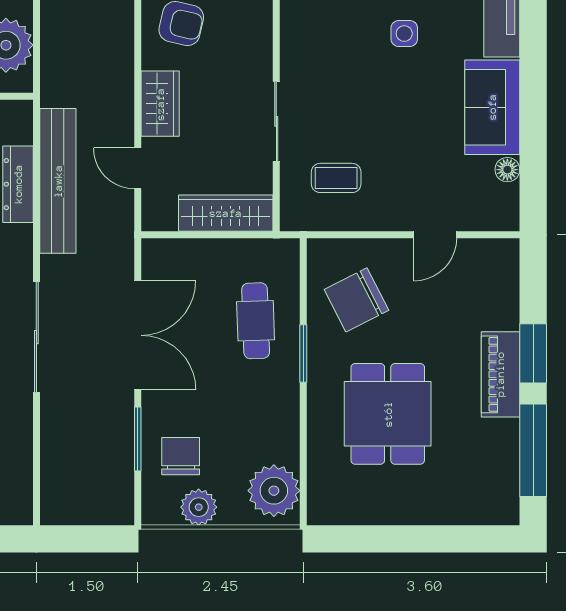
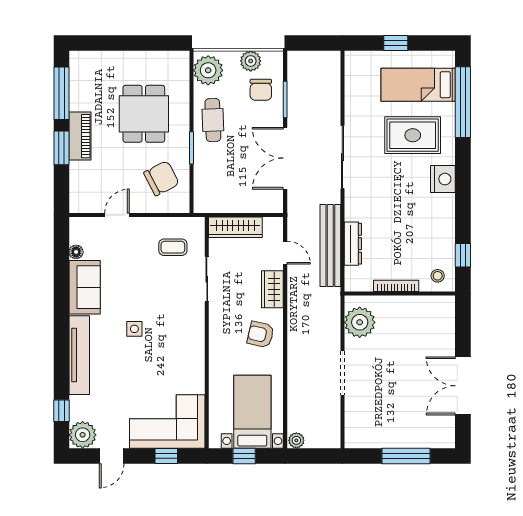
cafe table: (256, 321) -> (213, 120), moved

